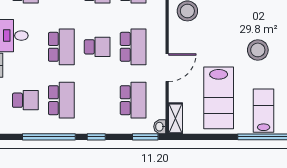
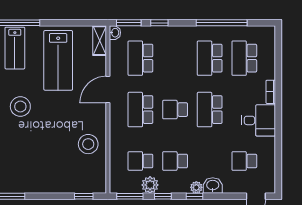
lab bench: (219, 98) -> (58, 60), turned 180
school desk: (25, 100) -> (244, 58), width x1.85
window: (96, 137) -> (159, 23), moved

